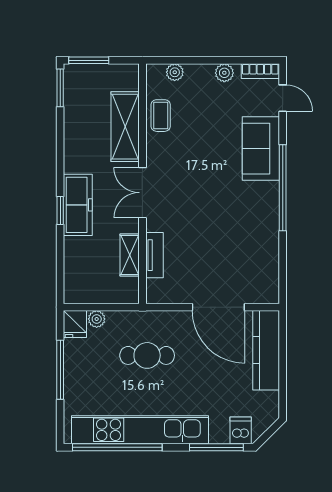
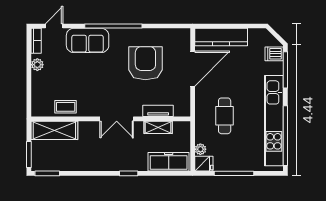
plant: (175, 72) -> (37, 97), removed
shelving: (125, 127) -> (54, 130), moved
freezer: (78, 205) -> (169, 162), moved
armchair: (226, 236) -> (145, 63), added

